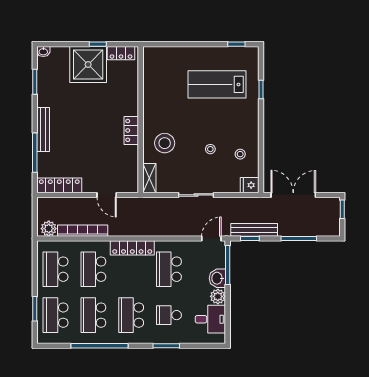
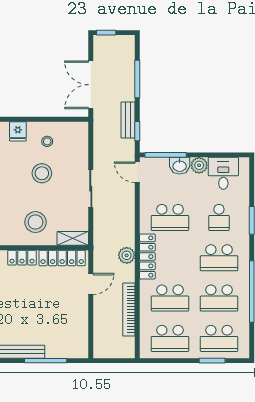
stool: (210, 149) -> (42, 173), width x1.89, depth x1.89
locker: (59, 185) -> (62, 258), moved, turned -90
fridge: (250, 185) -> (18, 131), moved
plant: (49, 229) -> (127, 255), moved
bench: (254, 230) -> (128, 120), width x0.73

